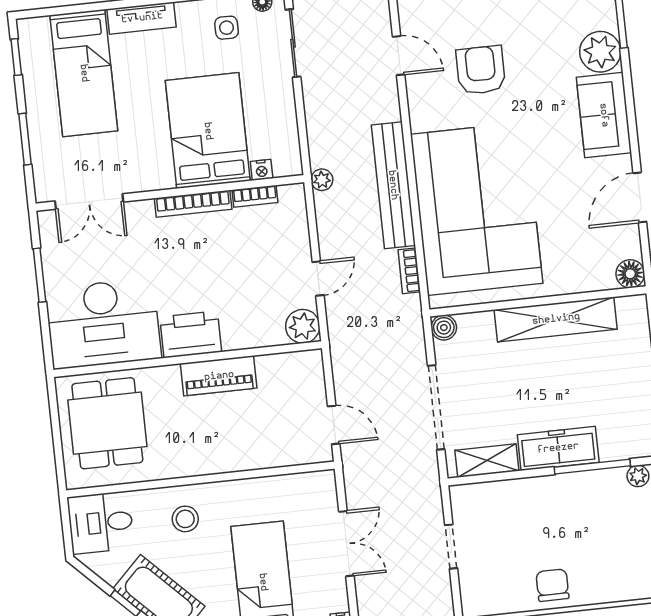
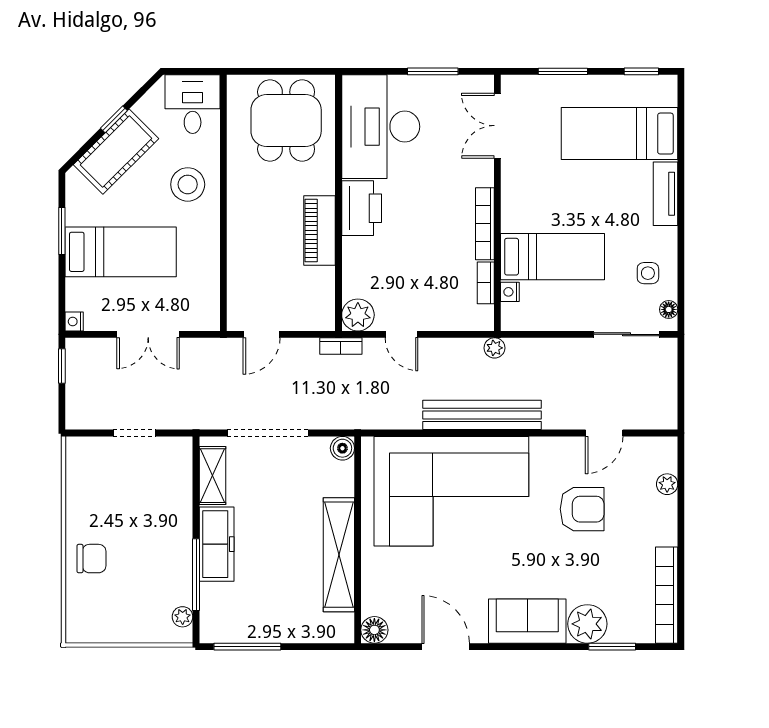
bed: (208, 131) -> (553, 257), width x0.67
bookcase: (409, 271) -> (341, 346), moved, turned 180
dining table: (107, 423) -> (286, 121), turned 90
stool: (185, 519) -> (188, 184), width x1.38, depth x1.38
chair: (552, 585) -> (91, 559), moved

